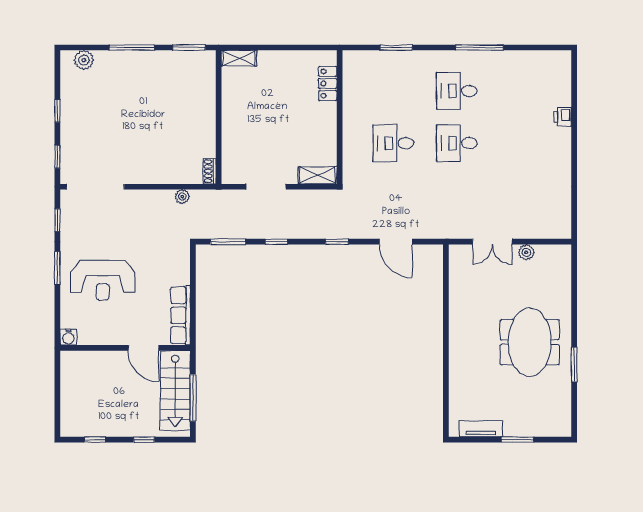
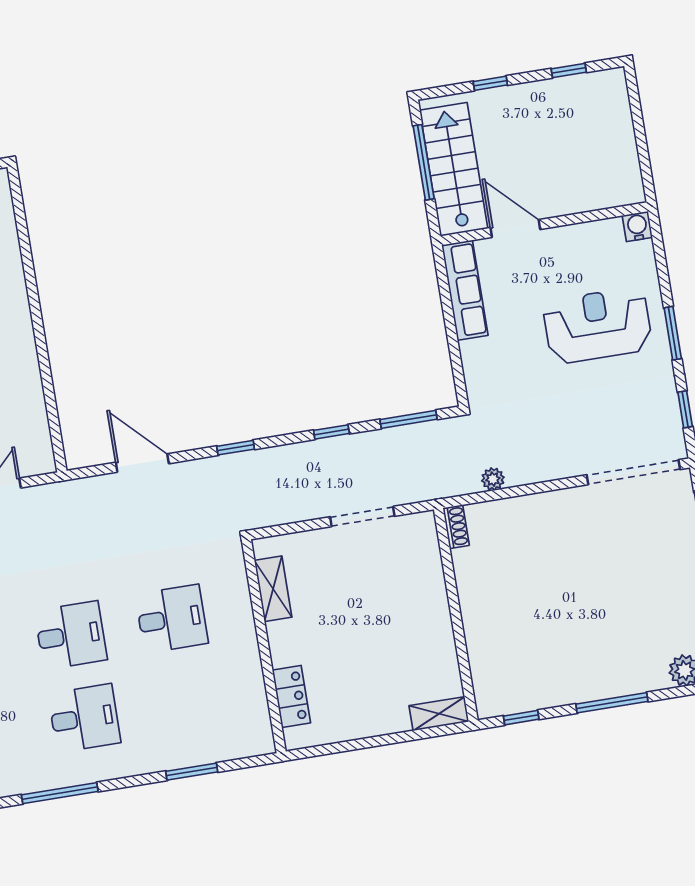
window: (189, 48) -> (521, 718), width x0.67
shelving: (317, 175) -> (273, 589), moved, turned 90

